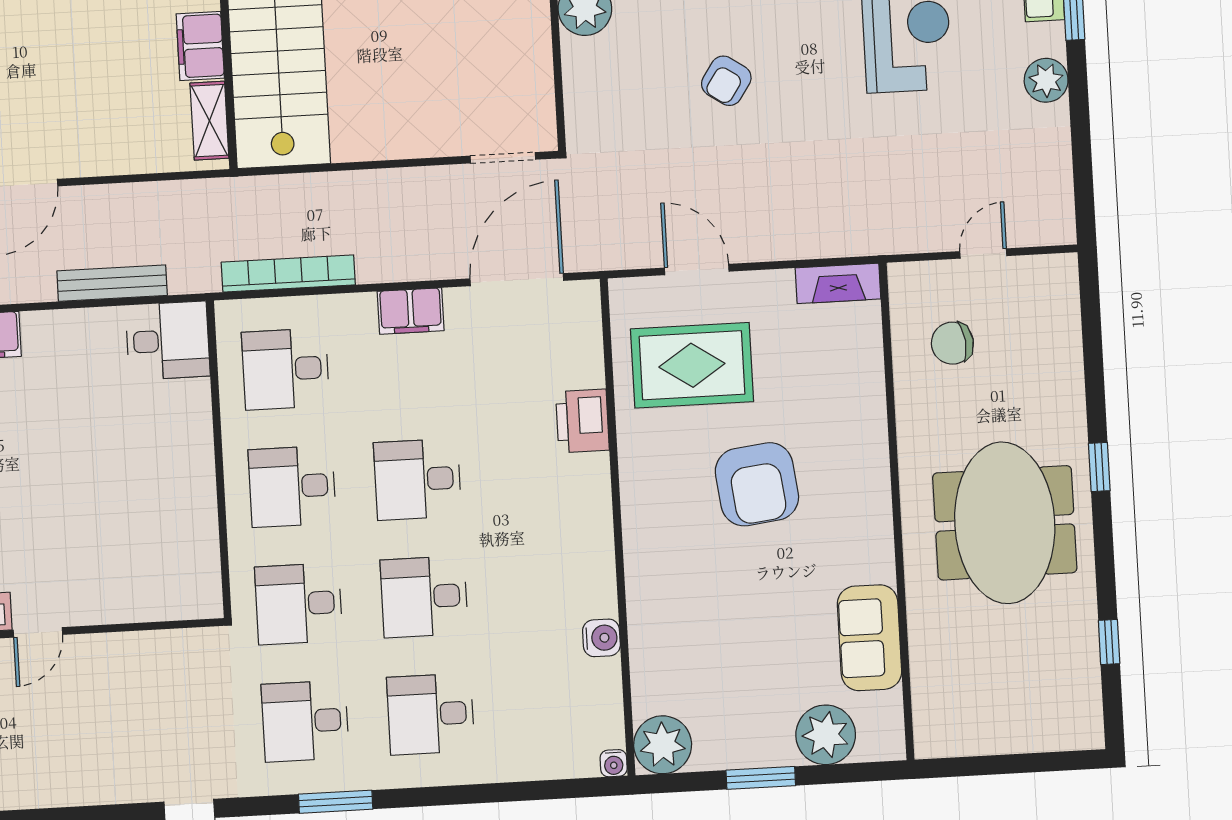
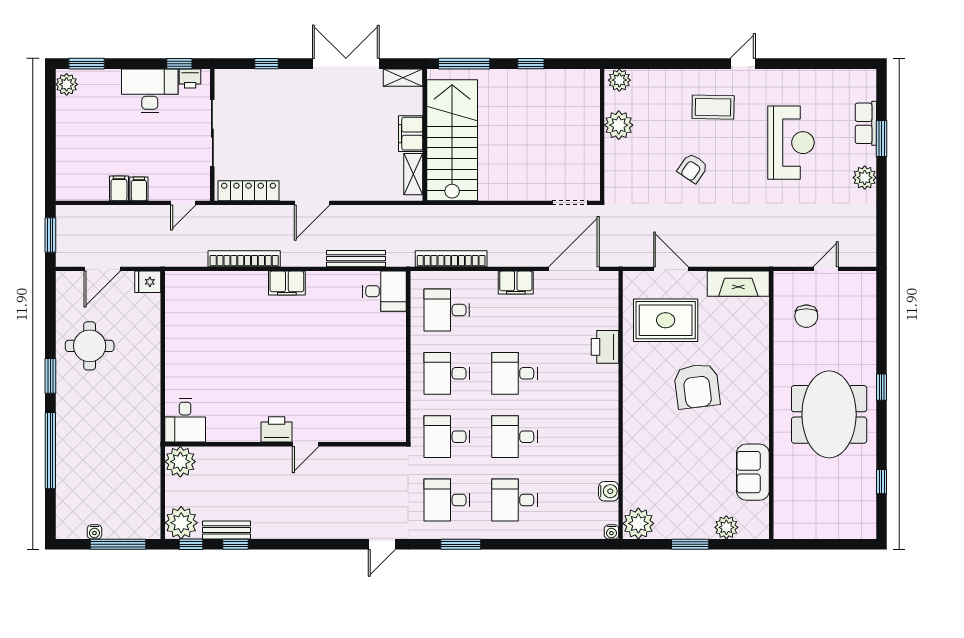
fireplace: (838, 283) -> (738, 284), width x1.37, depth x1.32
chair: (952, 343) -> (806, 316), turned -83
water cooler: (601, 638) -> (609, 491), moved
plant: (826, 735) -> (726, 527), width x0.73, depth x0.73

